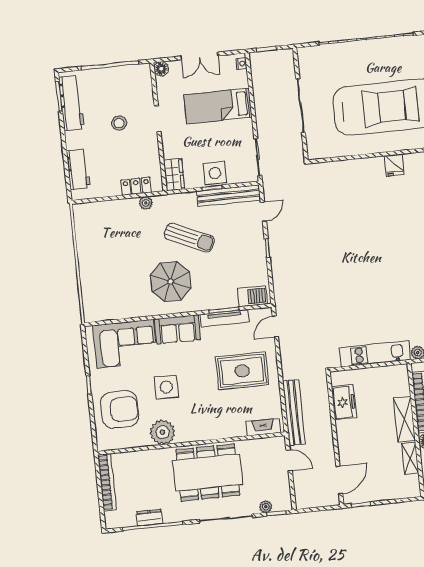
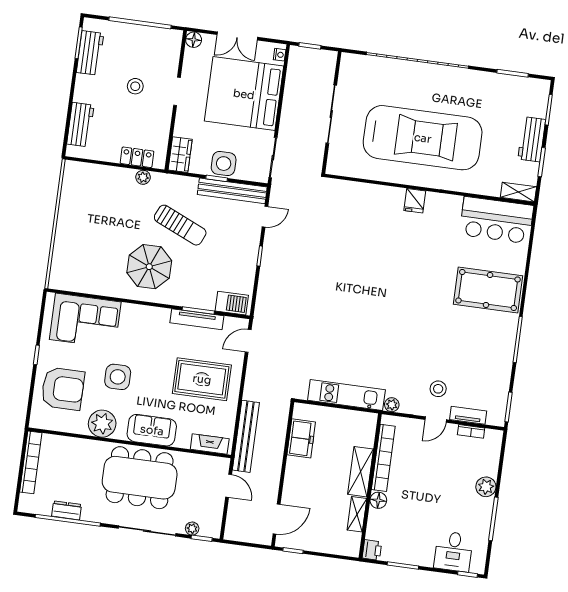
workbench: (71, 103) -> (90, 53), width x0.73
bed: (218, 106) -> (244, 94), width x2.04
sofa: (178, 329) -> (152, 430), moved, turned 180

